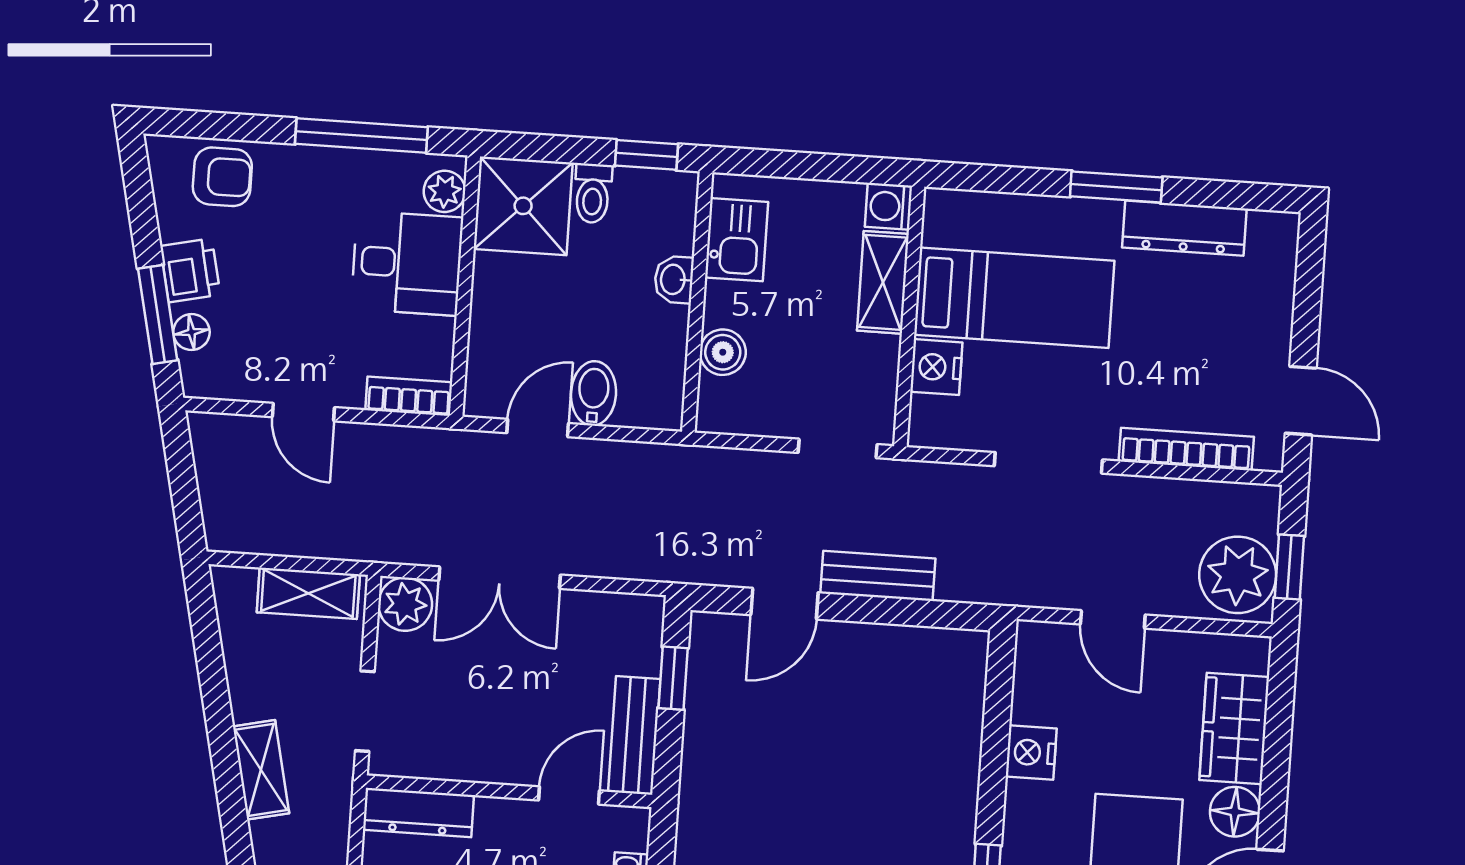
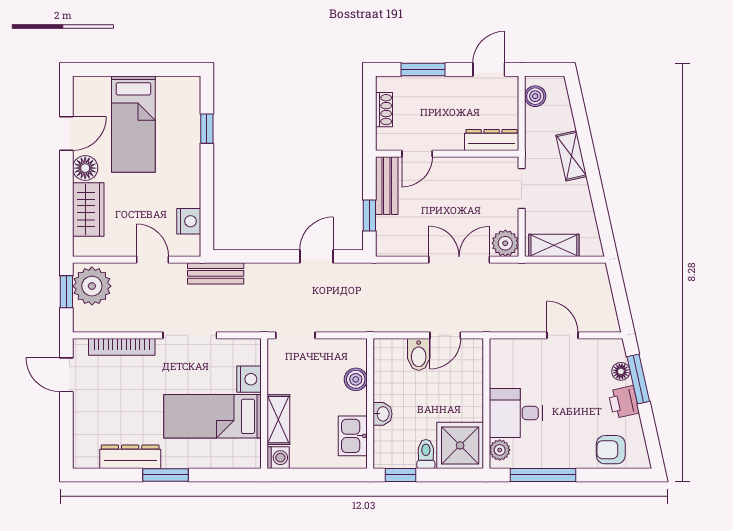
bookcase: (409, 396) -> (510, 347), removed
bench: (878, 576) -> (216, 273), moved
nightstand: (1031, 752) -> (189, 221), moved

